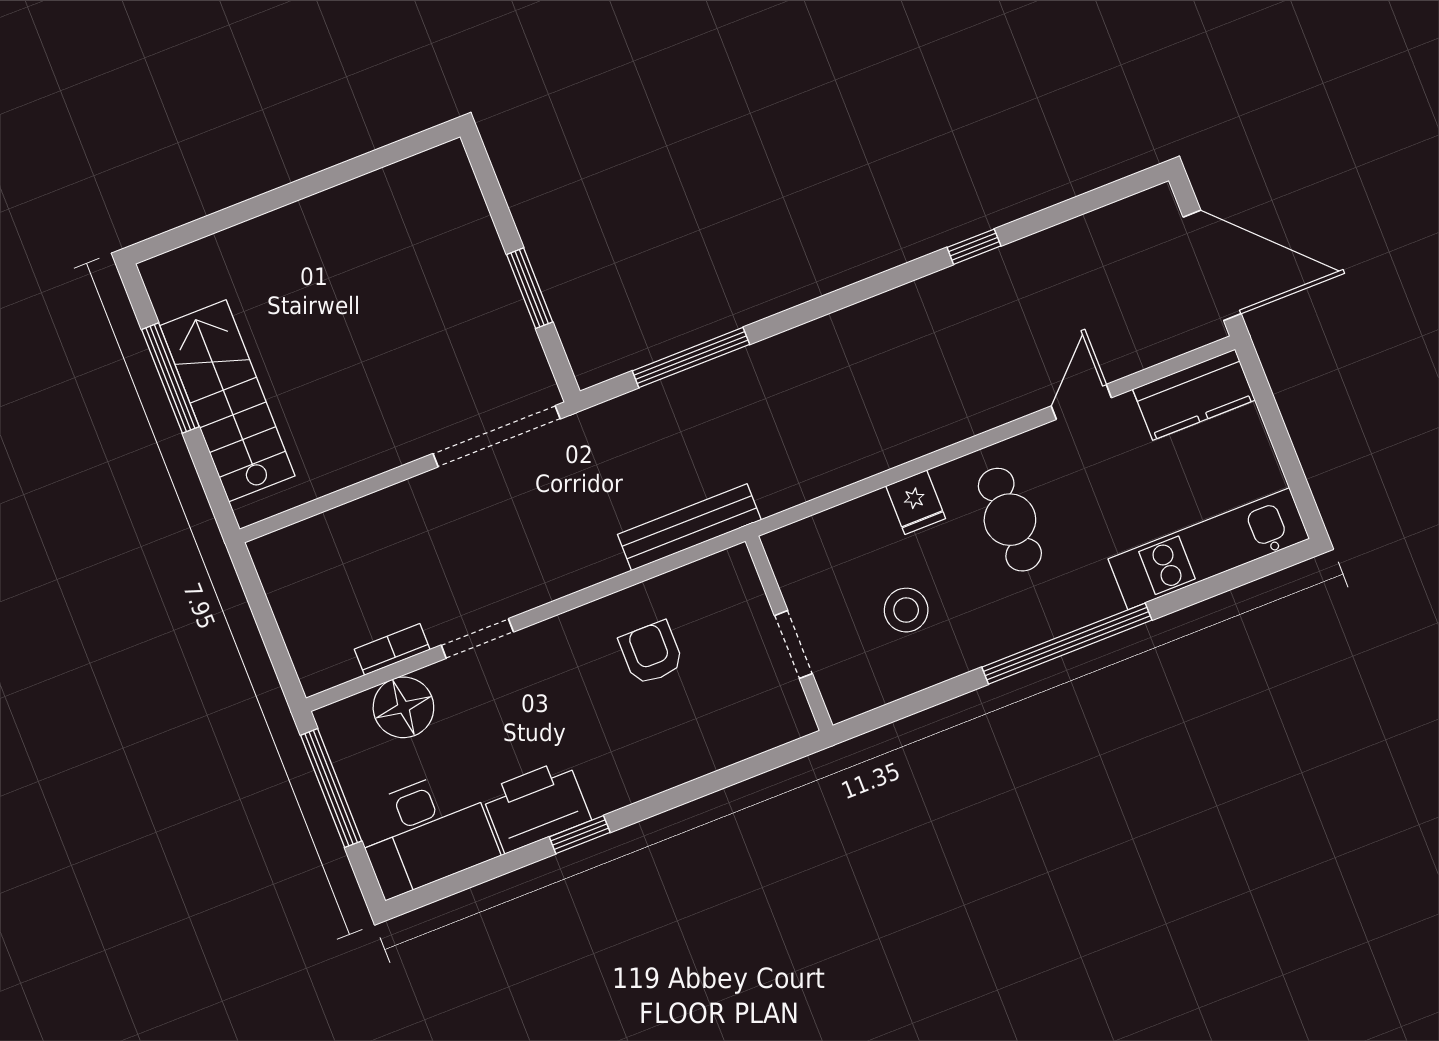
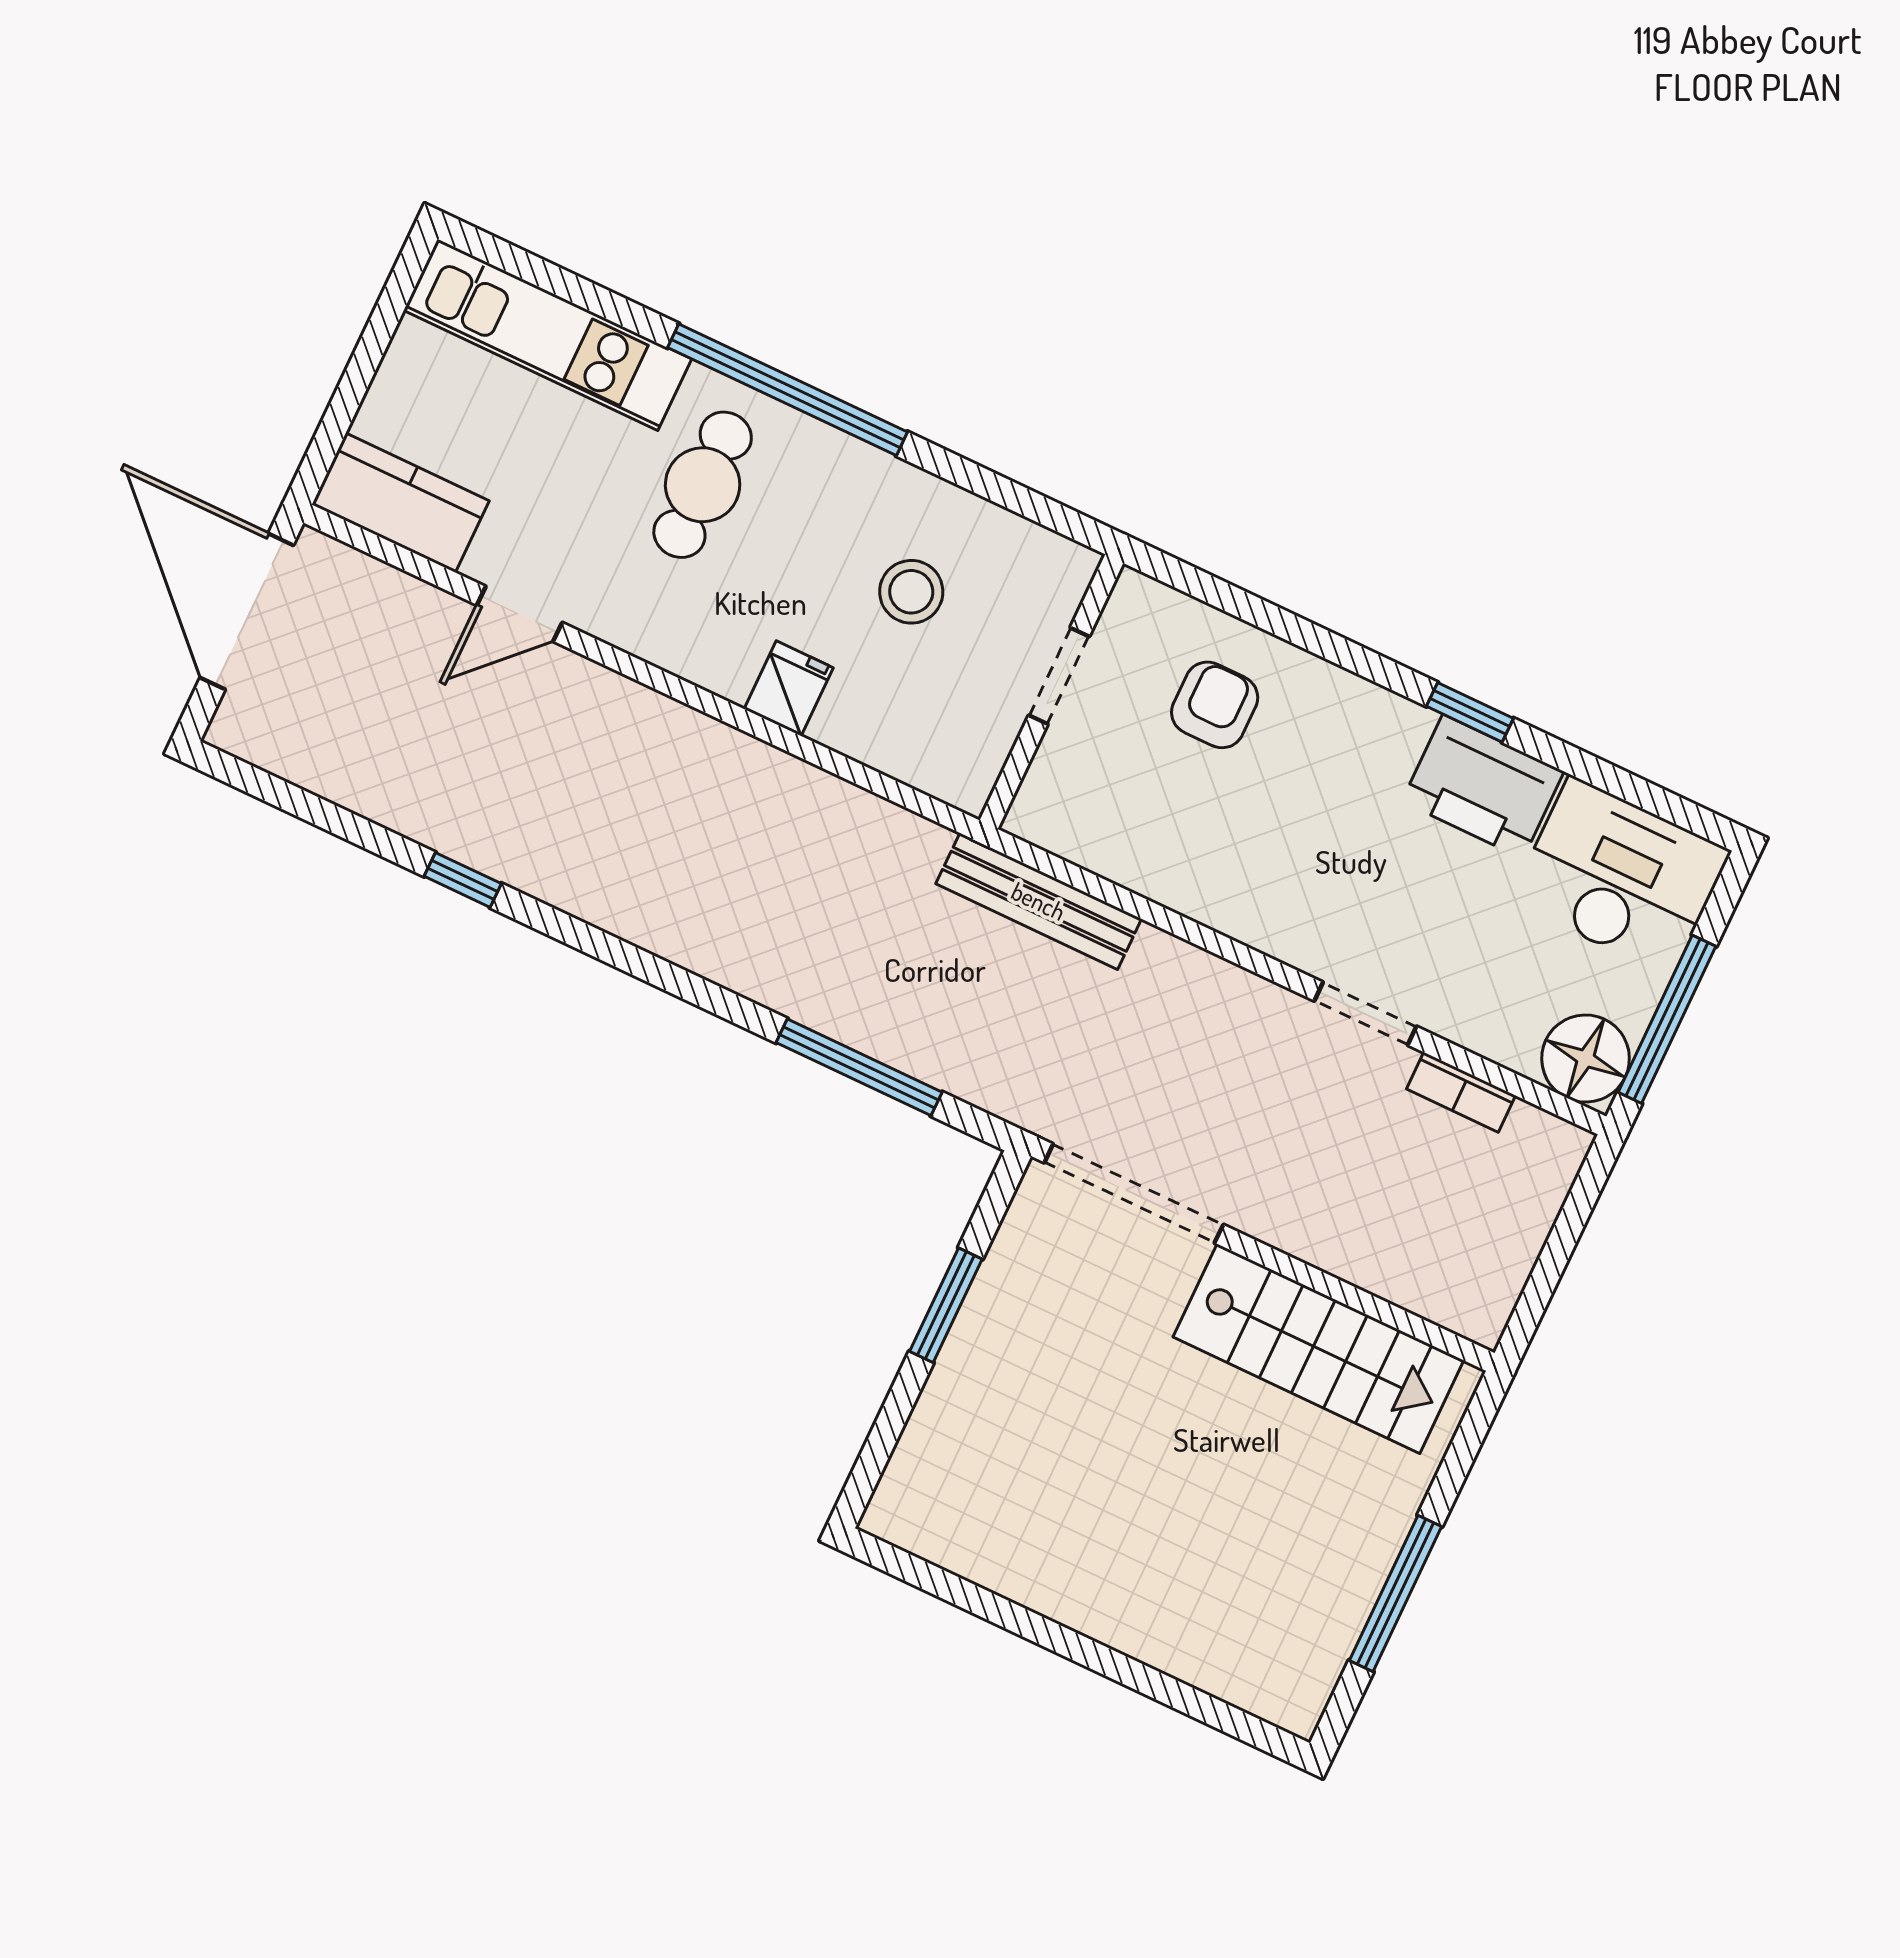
stairs: (227, 401) -> (1318, 1349), moved, turned -90
cafe table: (1010, 520) -> (703, 485), moved
armchair: (651, 653) -> (1215, 705), moved, turned 180
floor lamp: (403, 707) -> (1586, 1058), moved

